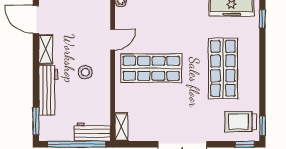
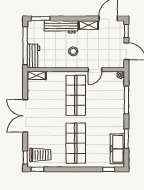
door: (113, 39) -> (95, 70), hinge flipped
shop shelf: (223, 68) -> (76, 143), turned 90
trolley: (241, 122) -> (40, 155), turned 90

